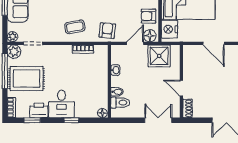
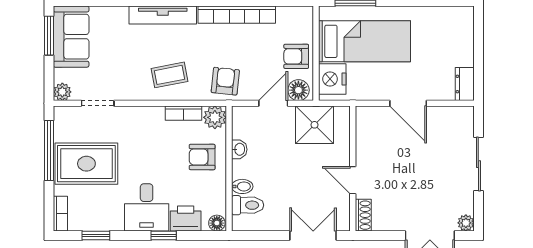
plant: (14, 52) -> (215, 117), moved
armchair: (94, 75) -> (202, 157), added
printer: (39, 110) -> (186, 218), moved

